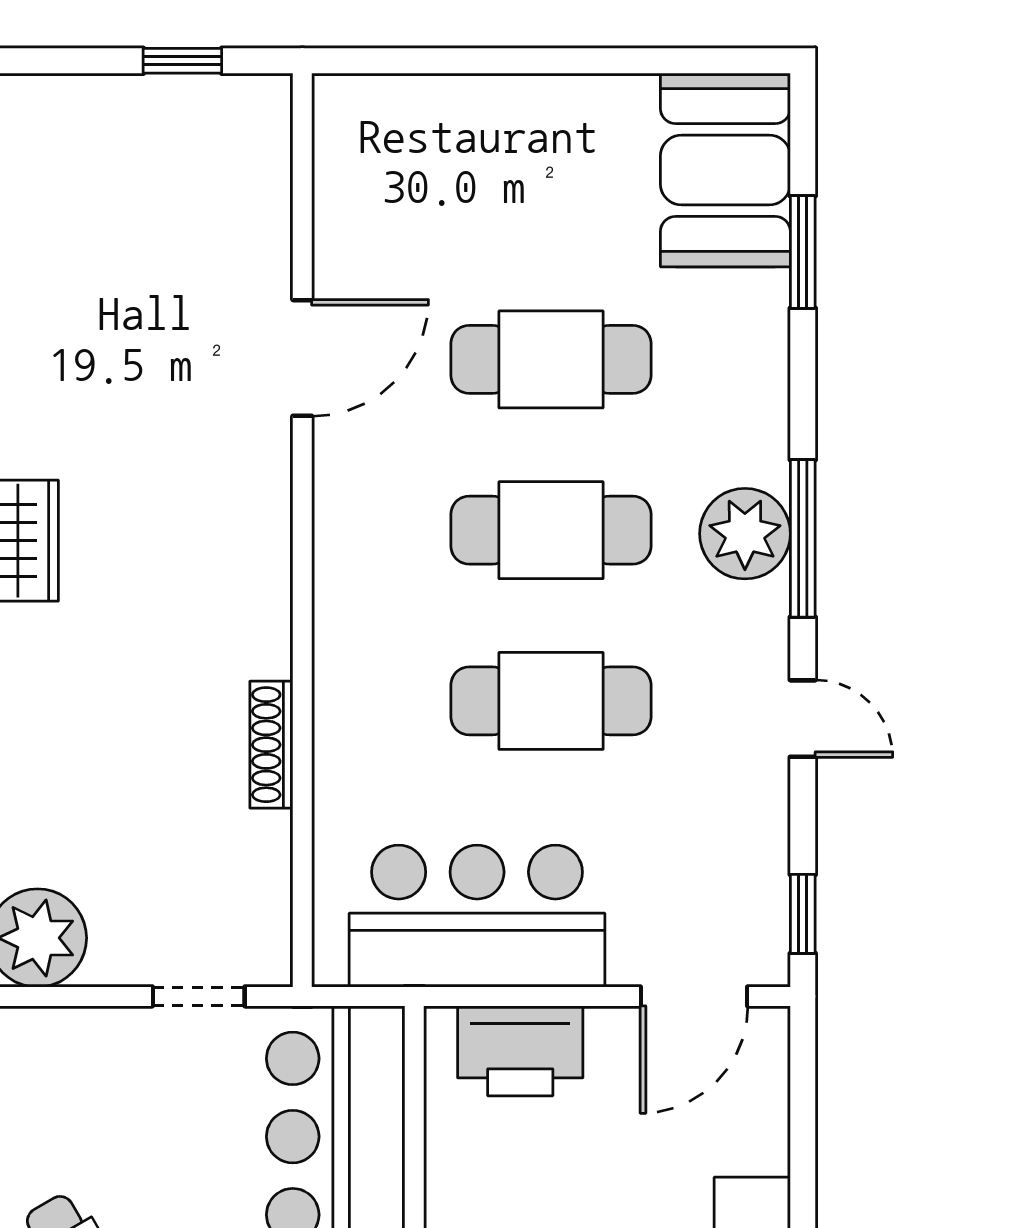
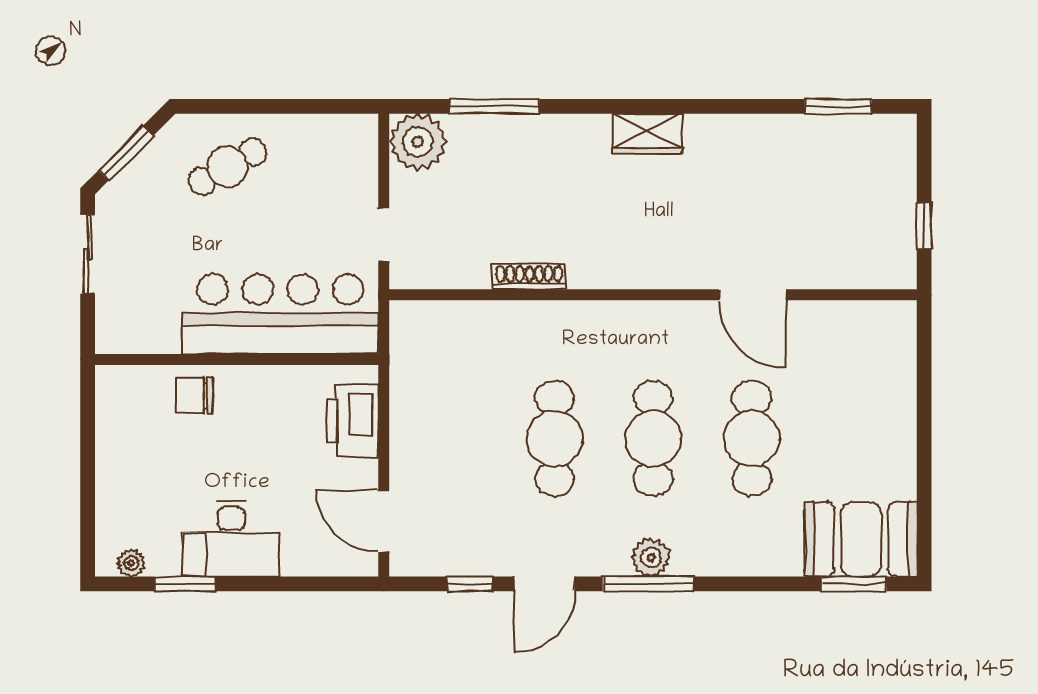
window: (803, 252) -> (854, 584), moved
plant: (745, 534) -> (651, 557), width x0.73, depth x0.73
door: (803, 719) -> (544, 584), width x1.38
window: (803, 914) -> (470, 584), moved
bar counter: (477, 916) -> (430, 396), removed

